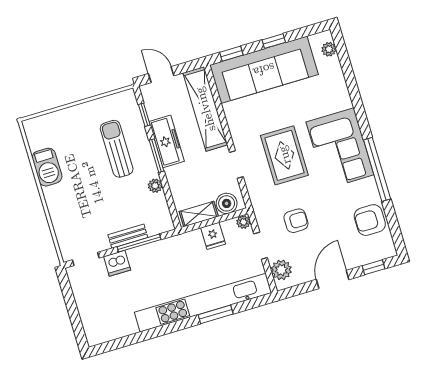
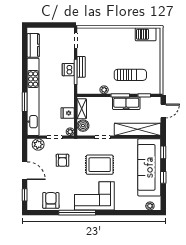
barbecue: (47, 167) -> (146, 34), moved
dishwasher: (117, 263) -> (68, 70), moved
kitchen counter: (116, 328) -> (33, 45), added

